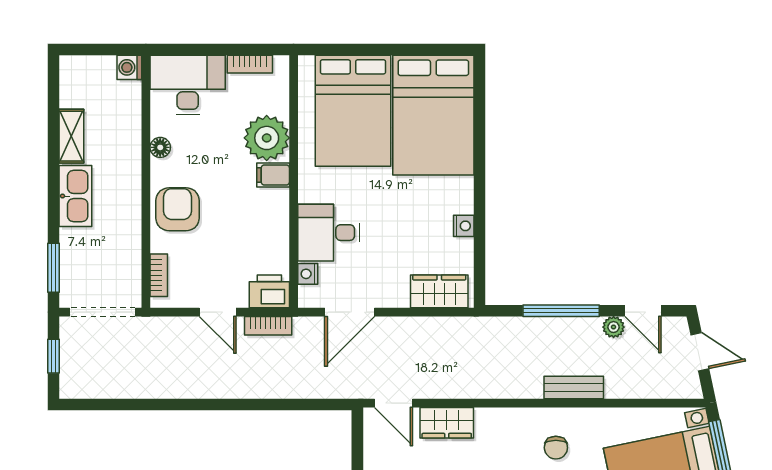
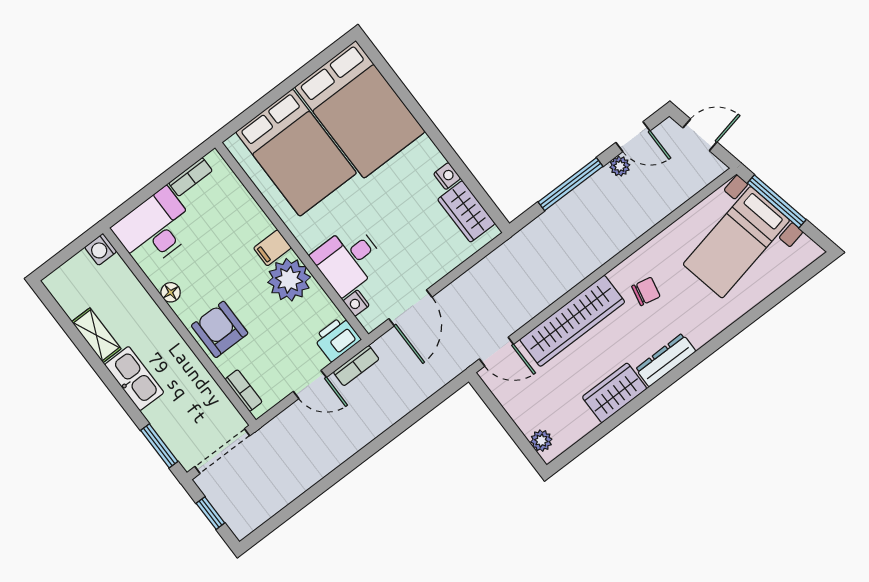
plant: (267, 138) -> (289, 280), moved
wardrobe: (439, 291) -> (466, 211), moved, turned -90
bench: (574, 387) -> (625, 235), removed
wardrobe: (447, 423) -> (572, 321), width x2.10, depth x1.17
chair: (556, 448) -> (646, 291), turned -78

